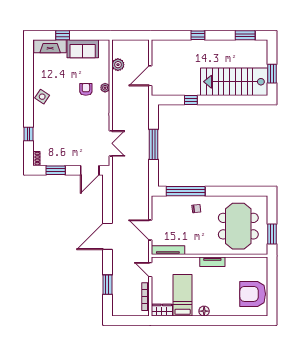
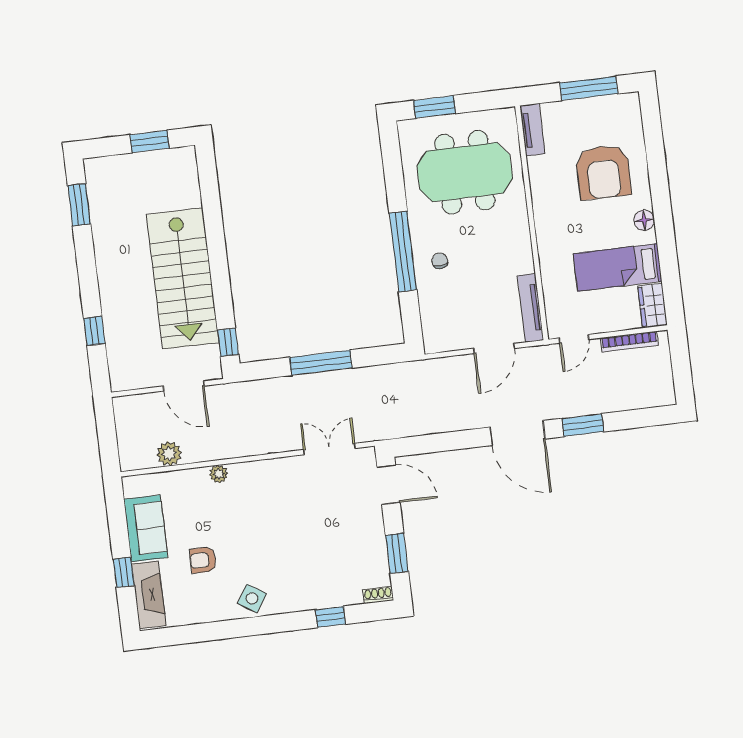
window: (198, 35) -> (94, 331), moved
stairs: (234, 82) -> (183, 279), moved
armchair: (86, 89) -> (203, 560), moved
window: (191, 100) -> (228, 342), moved
window: (186, 191) -> (403, 252), moved
window: (272, 234) -> (435, 107), moved
tv unit: (212, 262) -> (532, 130), moved
window: (107, 285) -> (583, 425), moved
window: (272, 292) -> (589, 88), added
armchair: (253, 294) -> (603, 172), moved

